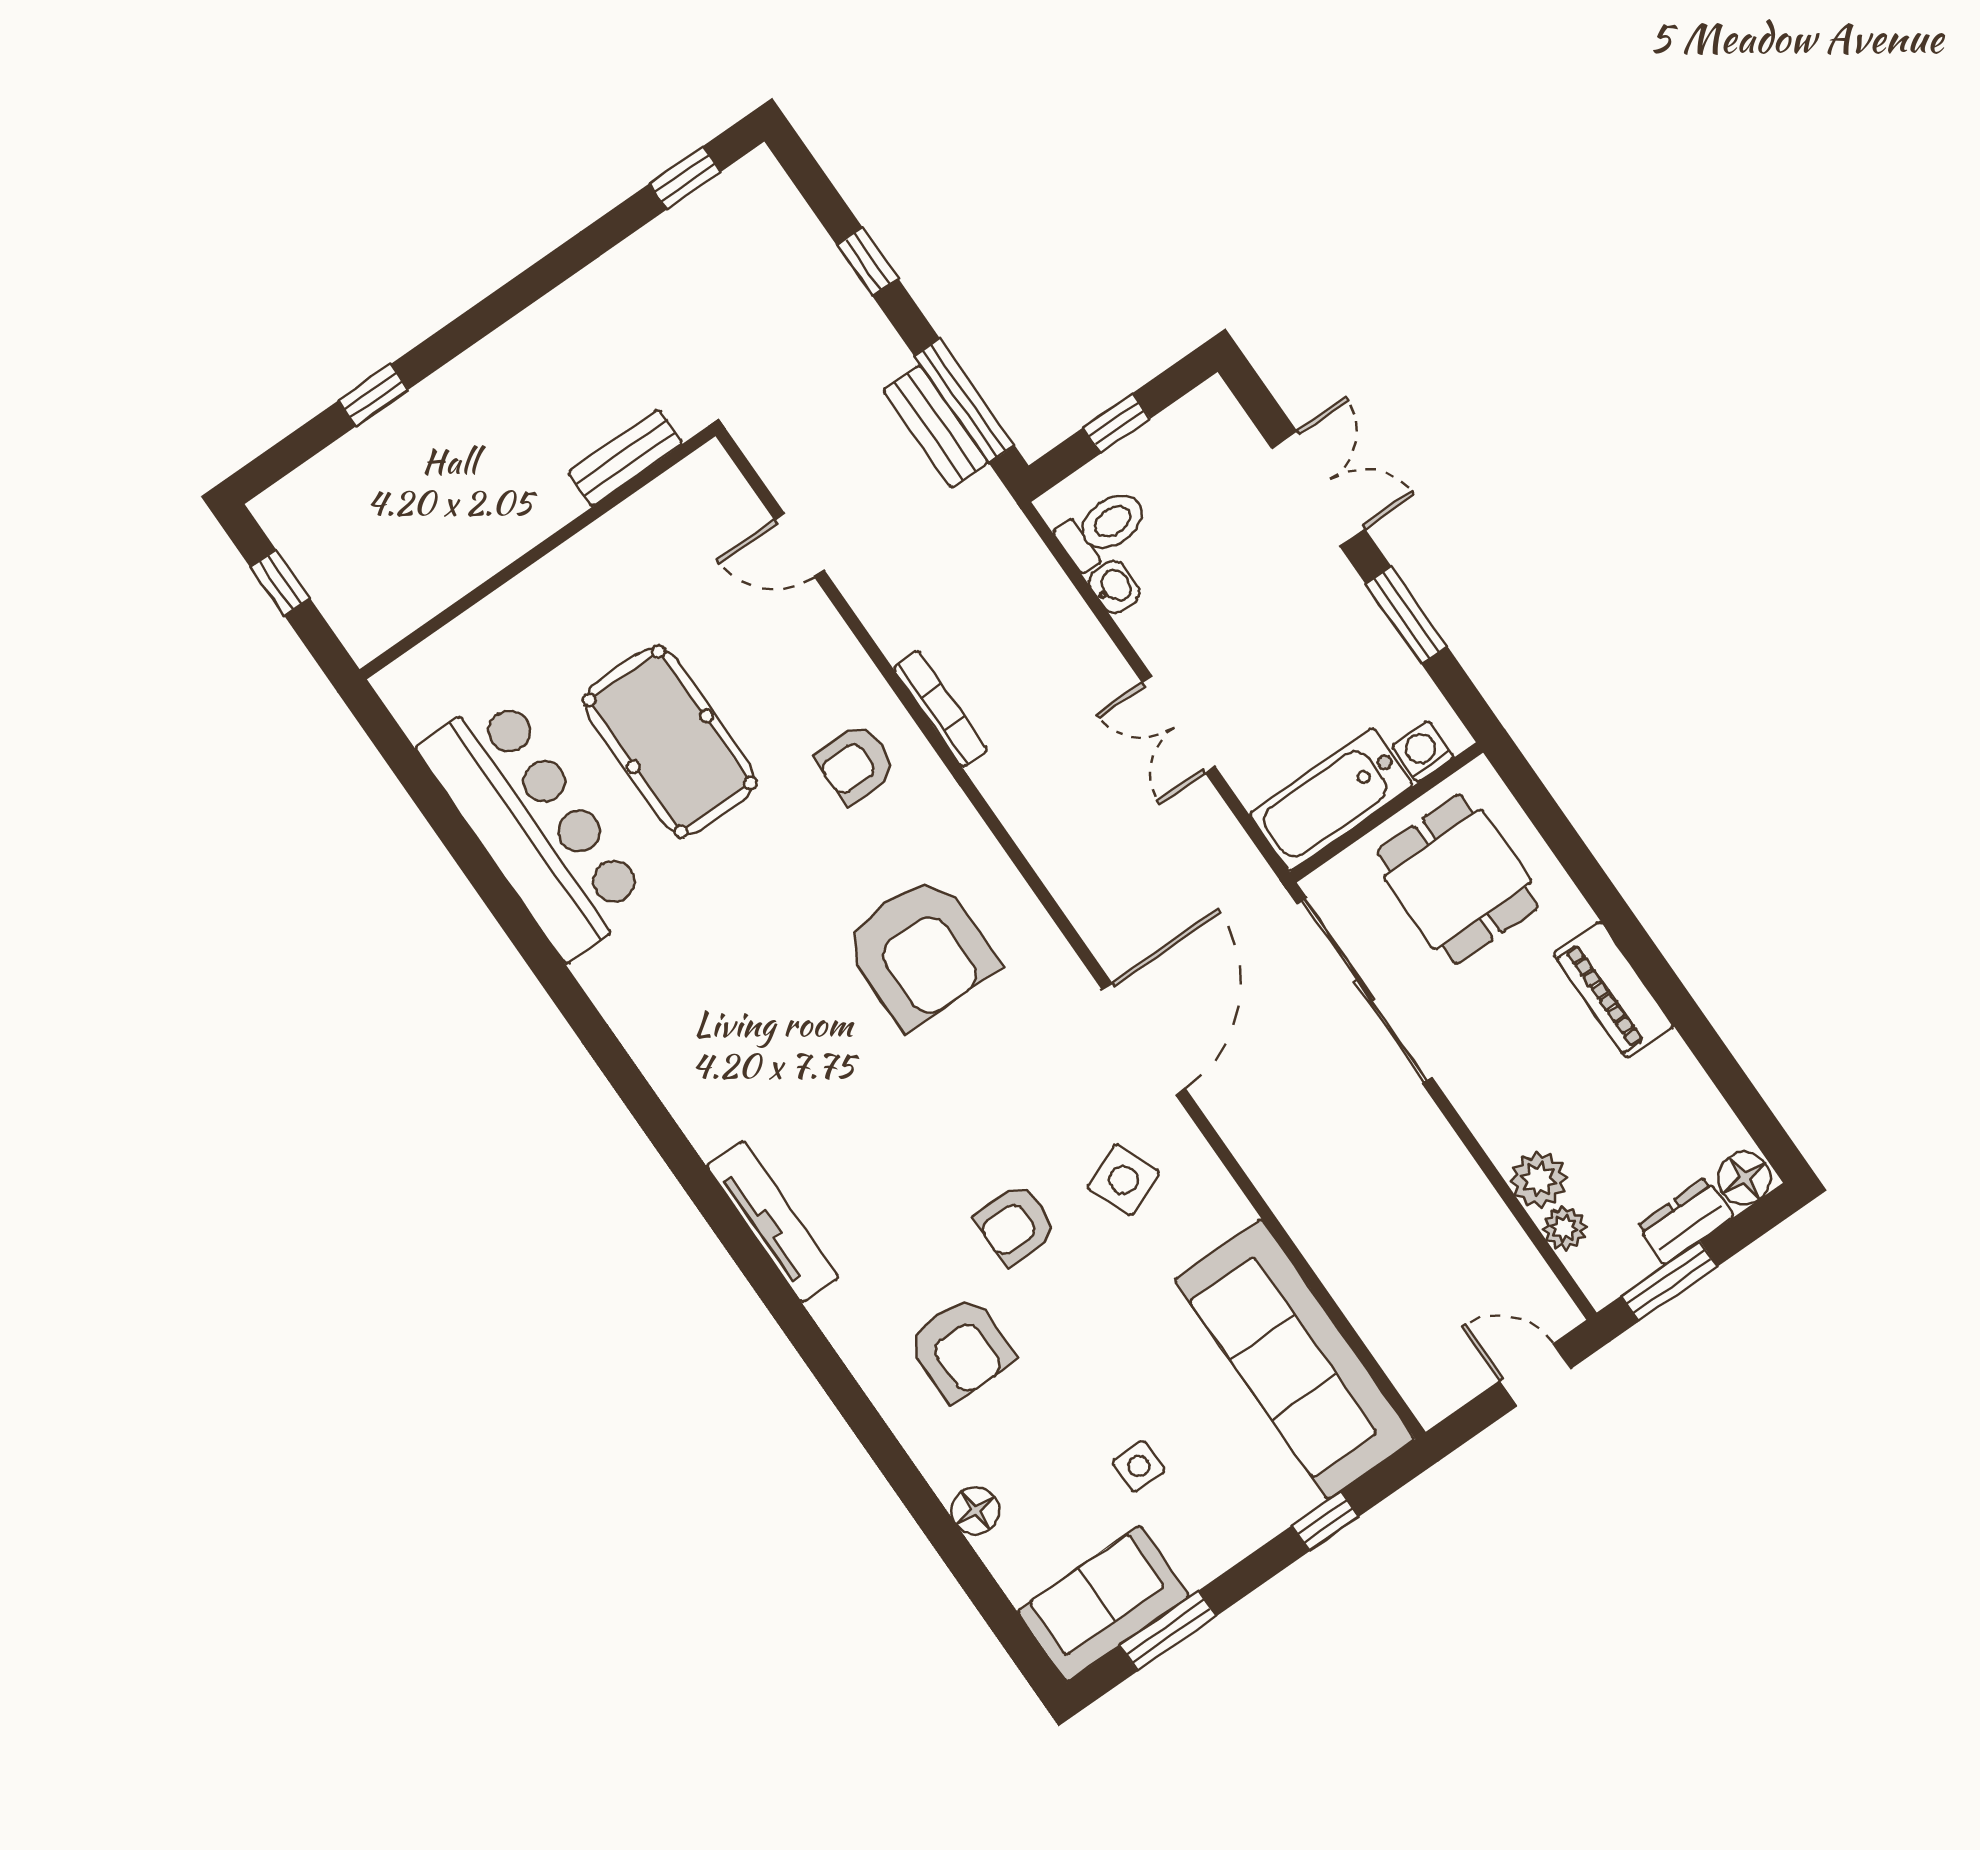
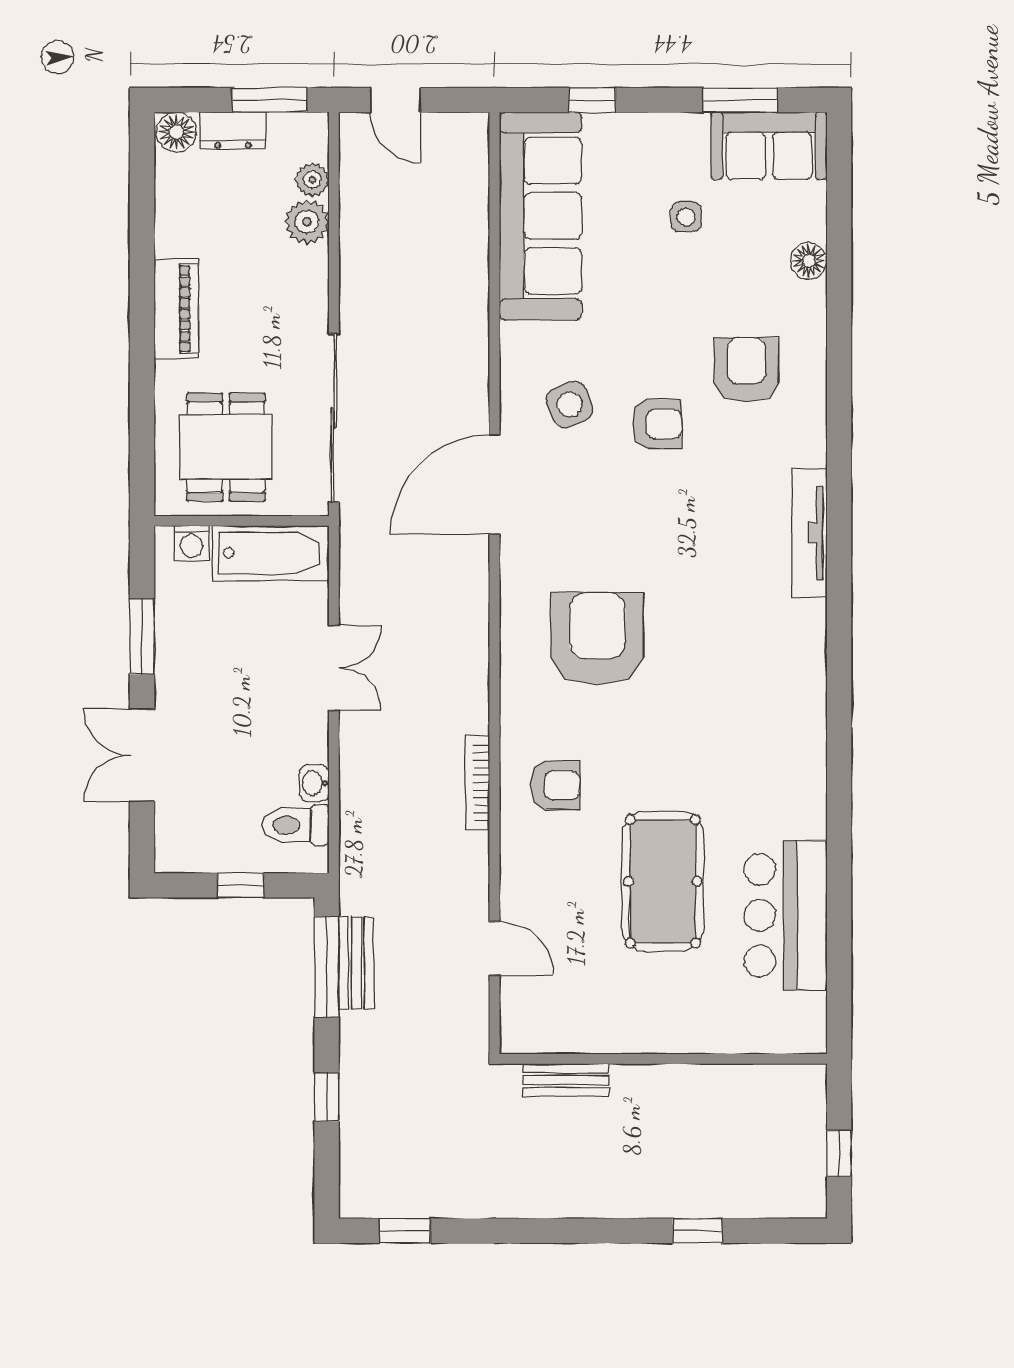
bar counter: (534, 825) -> (785, 915), width x0.73

